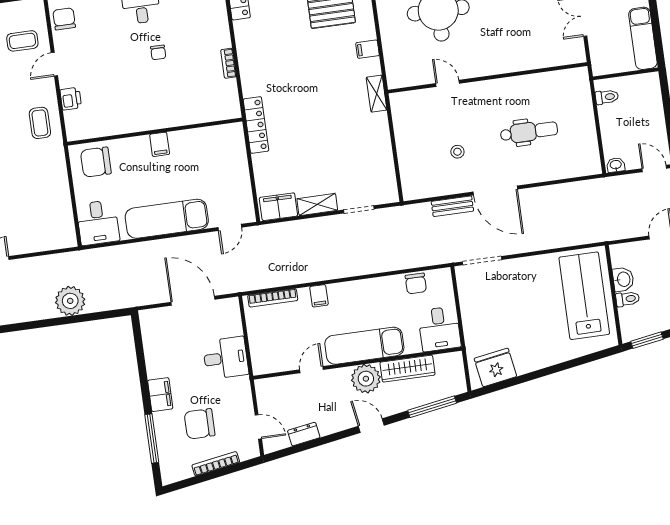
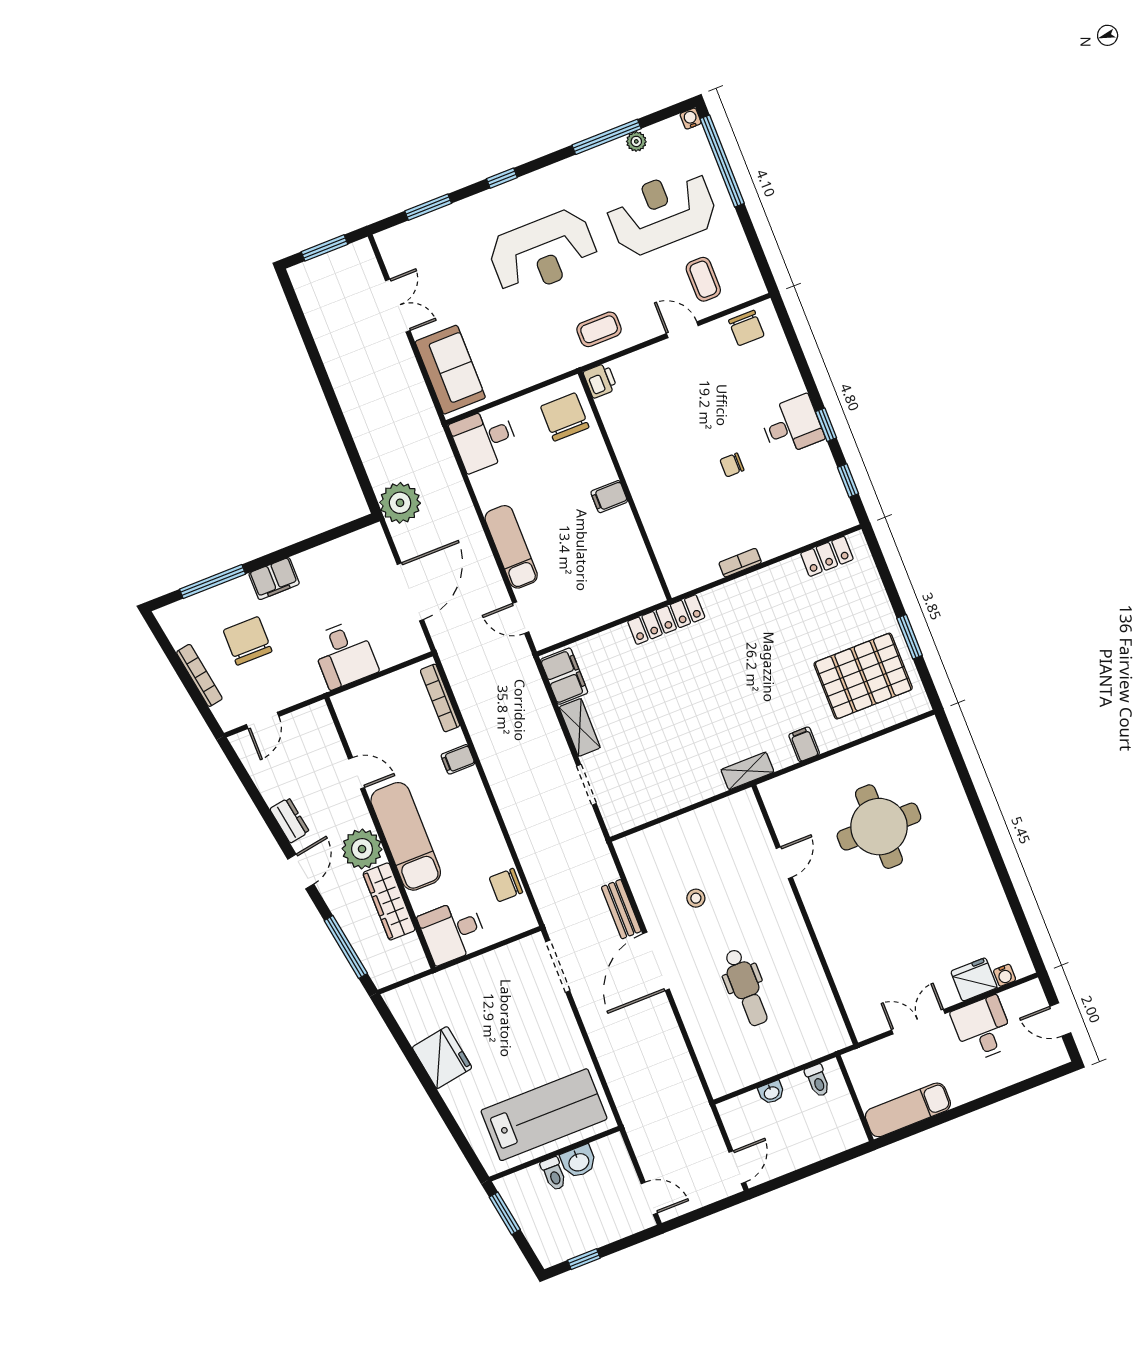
chair: (64, 19) -> (746, 328), turned 90
printer: (71, 99) -> (600, 380), moved, turned -90
washbasin: (616, 165) -> (771, 1092), moved, turned 90
exam couch: (167, 219) -> (511, 547), width x0.73, depth x0.69
sofa: (43, 235) -> (450, 370), added
plant: (70, 301) -> (400, 503), moved
fridge: (495, 367) -> (442, 1058), moved
dresser: (304, 434) -> (290, 820), moved

